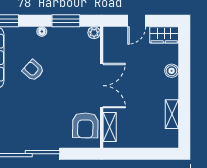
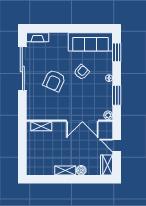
double door: (102, 86) -> (82, 121), moved
shelving: (172, 114) -> (65, 170), moved
armchair: (85, 125) -> (54, 81), moved, turned -67

